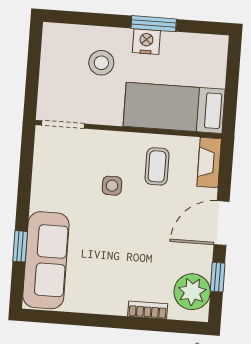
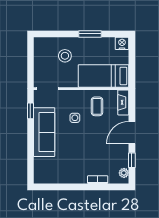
nightstand: (146, 42) -> (122, 43), moved
window: (20, 246) -> (30, 111), moved
sofa: (46, 260) -> (44, 132), moved
plant: (192, 292) -> (124, 173), width x0.53, depth x0.53

